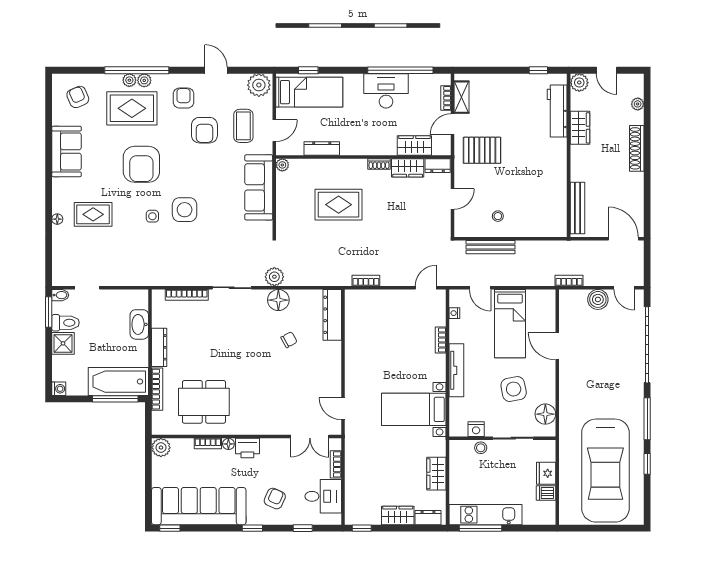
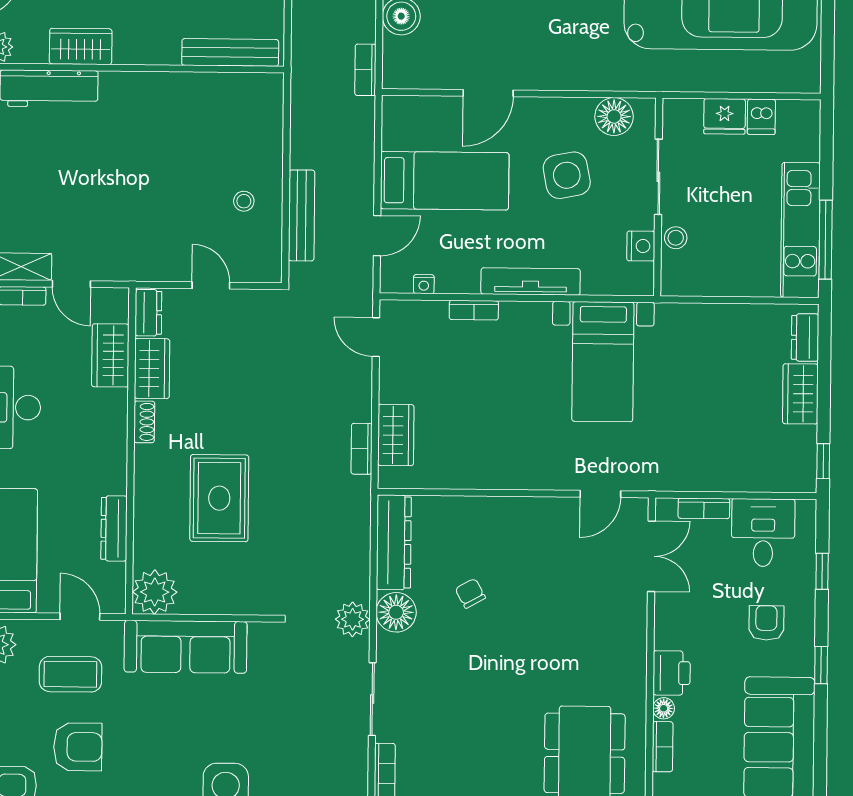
pallet: (482, 150) -> (121, 229), removed
plant: (282, 165) -> (155, 592), width x1.87, depth x1.87
dresser: (332, 315) -> (394, 542), moved, turned -90
wardrobe: (436, 474) -> (396, 435), moved, turned -90
armchair: (275, 499) -> (766, 623), turned 66

